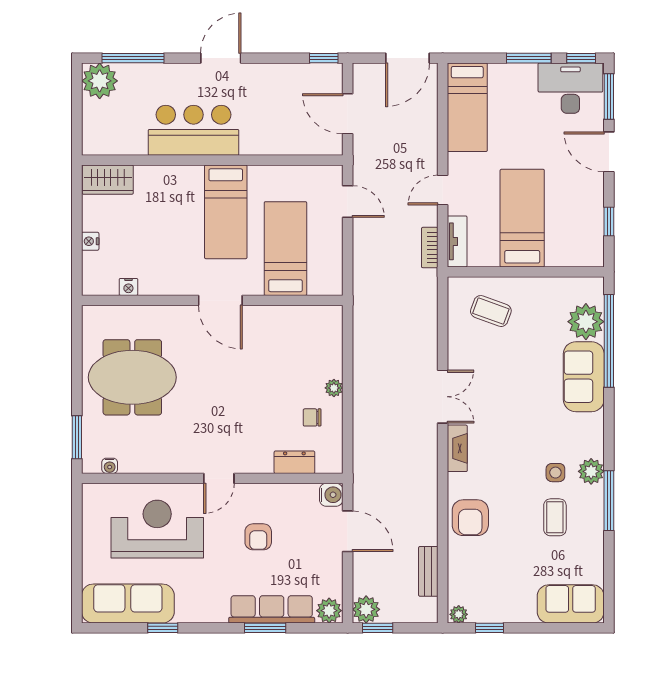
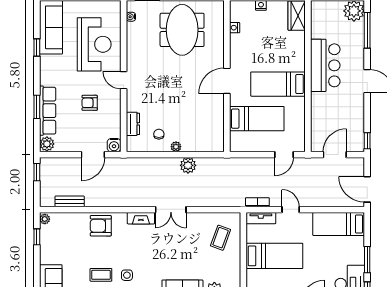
plant: (366, 609) -> (188, 165), moved

